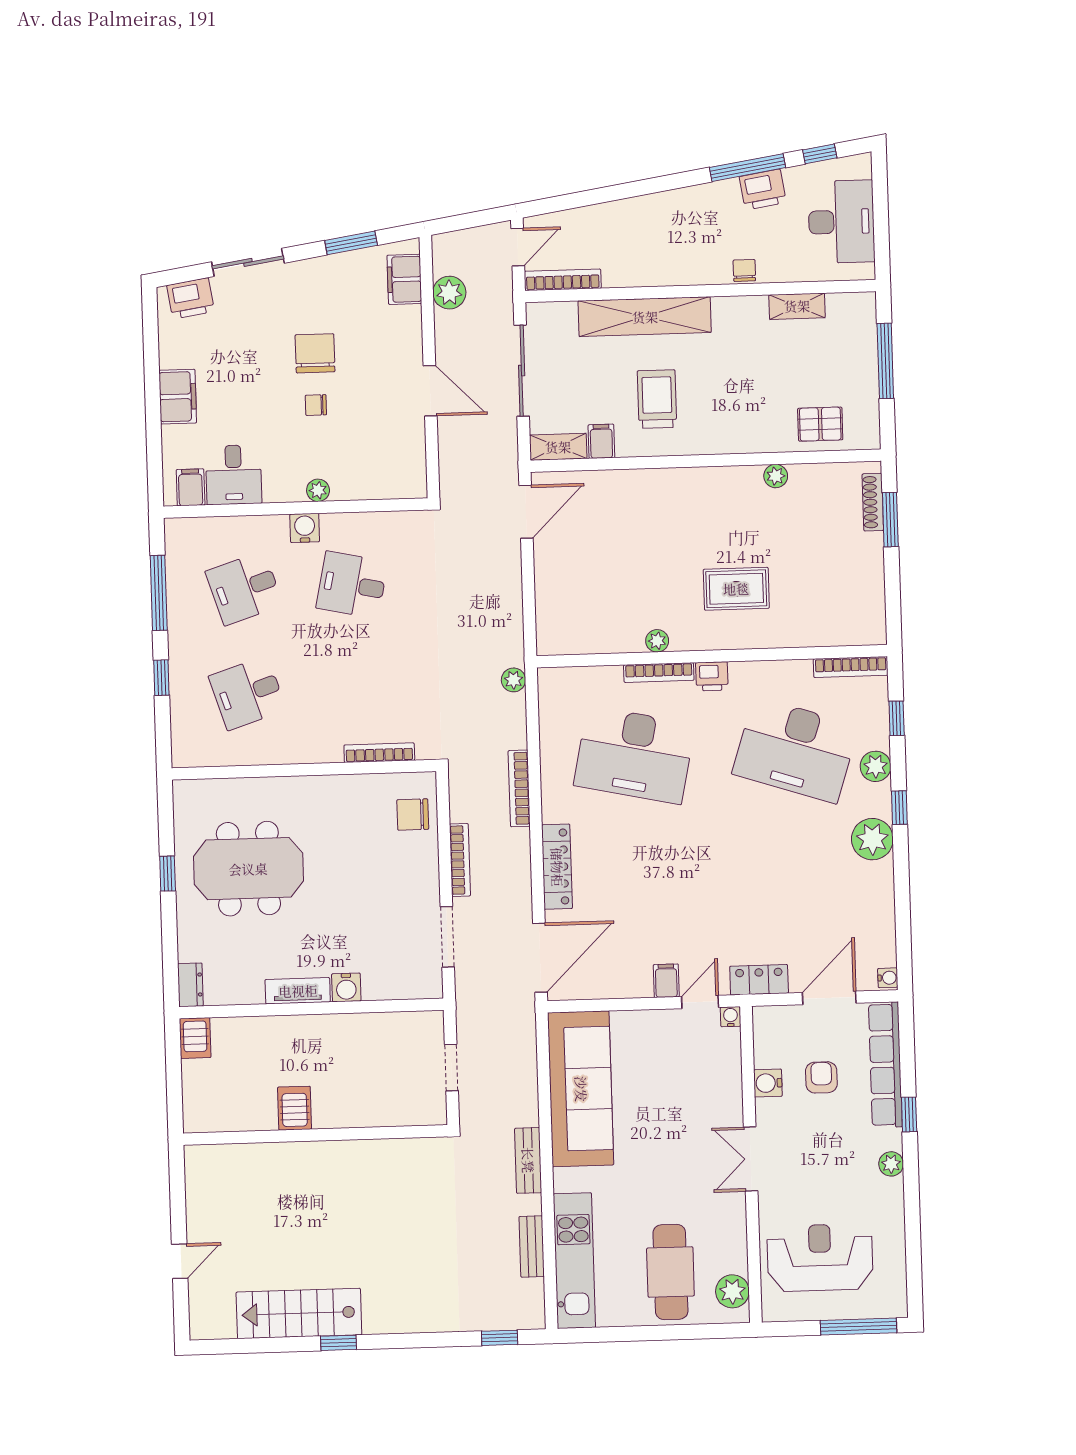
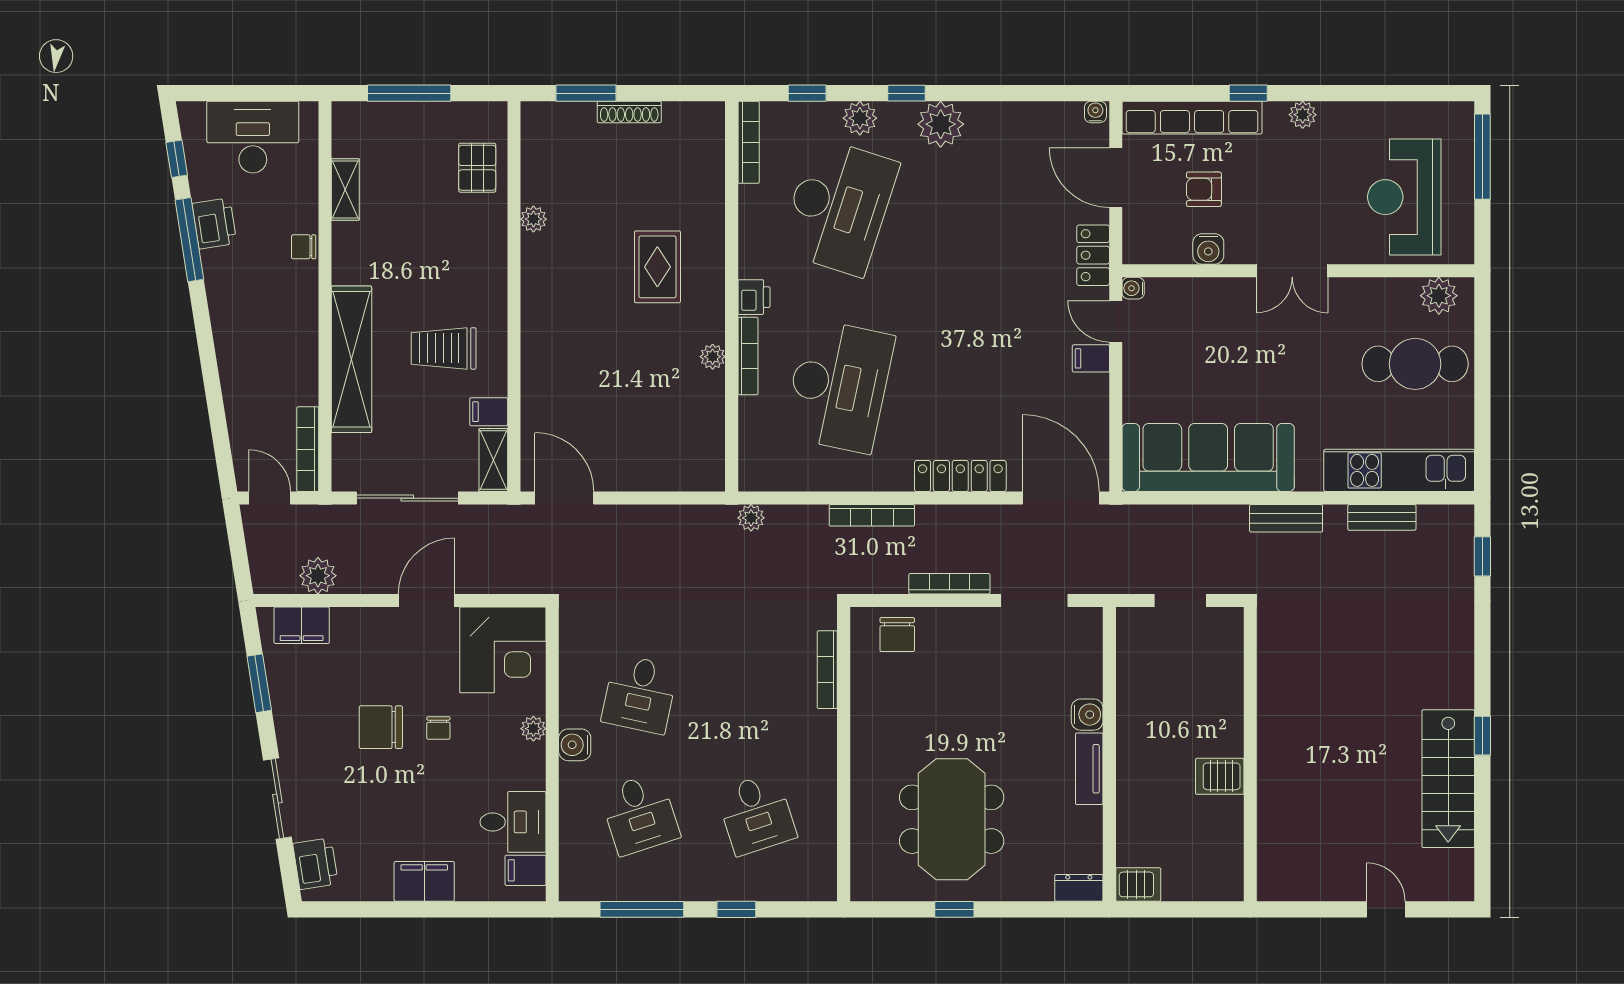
corner desk: (388, 461) -> (503, 650), added
shoe rack: (873, 502) -> (629, 112), moved

